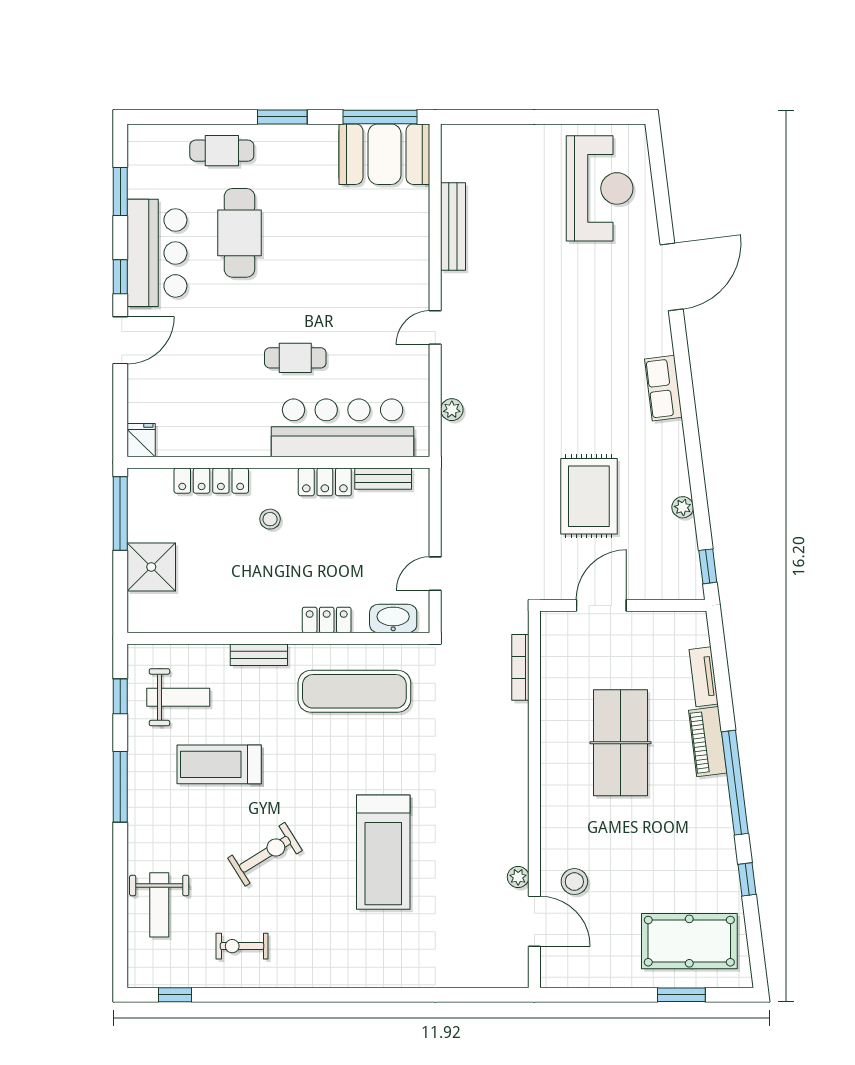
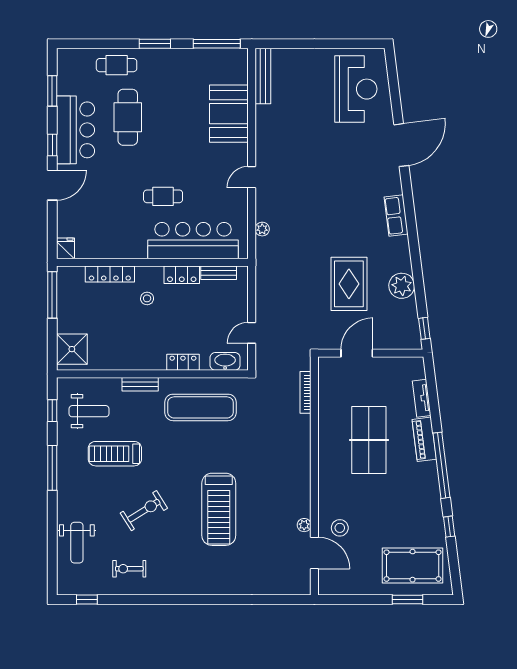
booth: (384, 154) -> (229, 114), moved, turned 90
bench: (453, 227) -> (263, 76), moved
plant: (683, 507) -> (402, 286), width x1.88, depth x1.88
shower: (151, 567) -> (72, 349), moved

